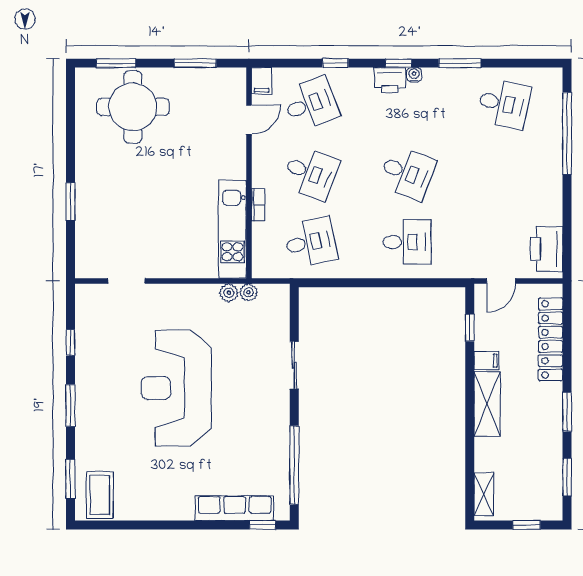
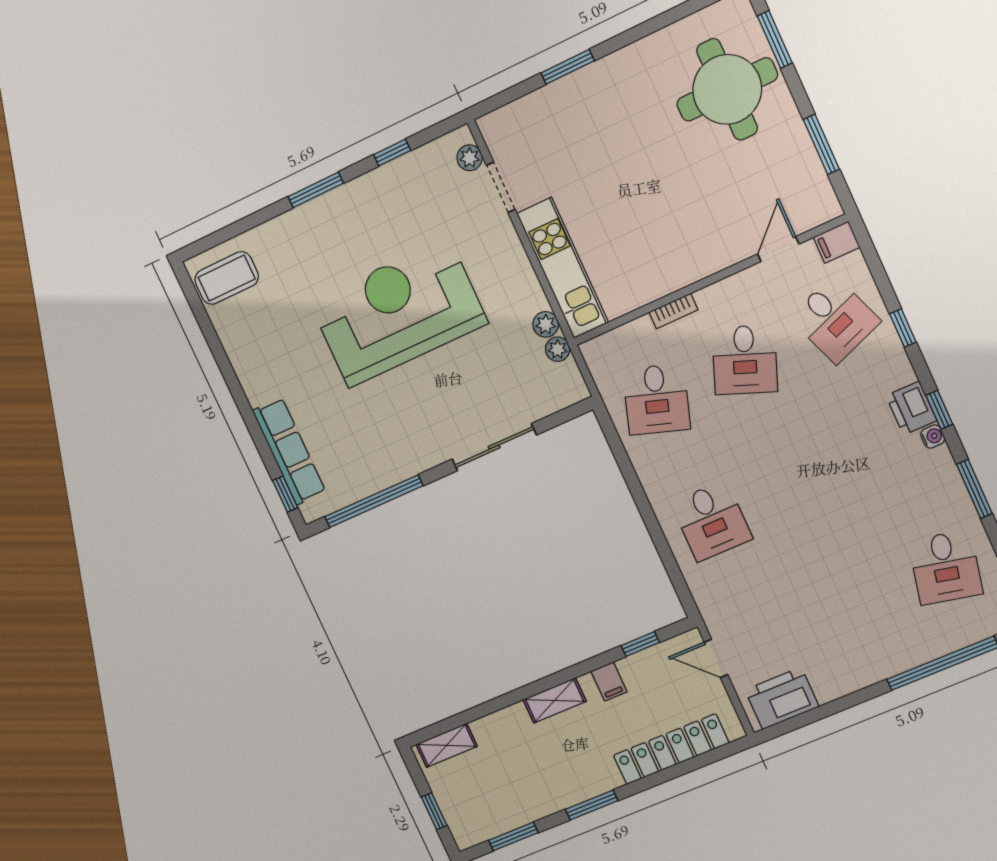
door: (249, 120) -> (778, 249), swing flipped
desk: (407, 173) -> (800, 483), removed
kitchen unit: (232, 229) -> (563, 268), moved, turned 90
desk: (311, 242) -> (656, 399), turned 30
plant: (98, 293) -> (470, 158), added
sliding door: (294, 365) -> (494, 447), width x1.37
shelving: (487, 404) -> (555, 700), width x0.67, depth x0.75
window: (70, 479) -> (228, 233), removed

